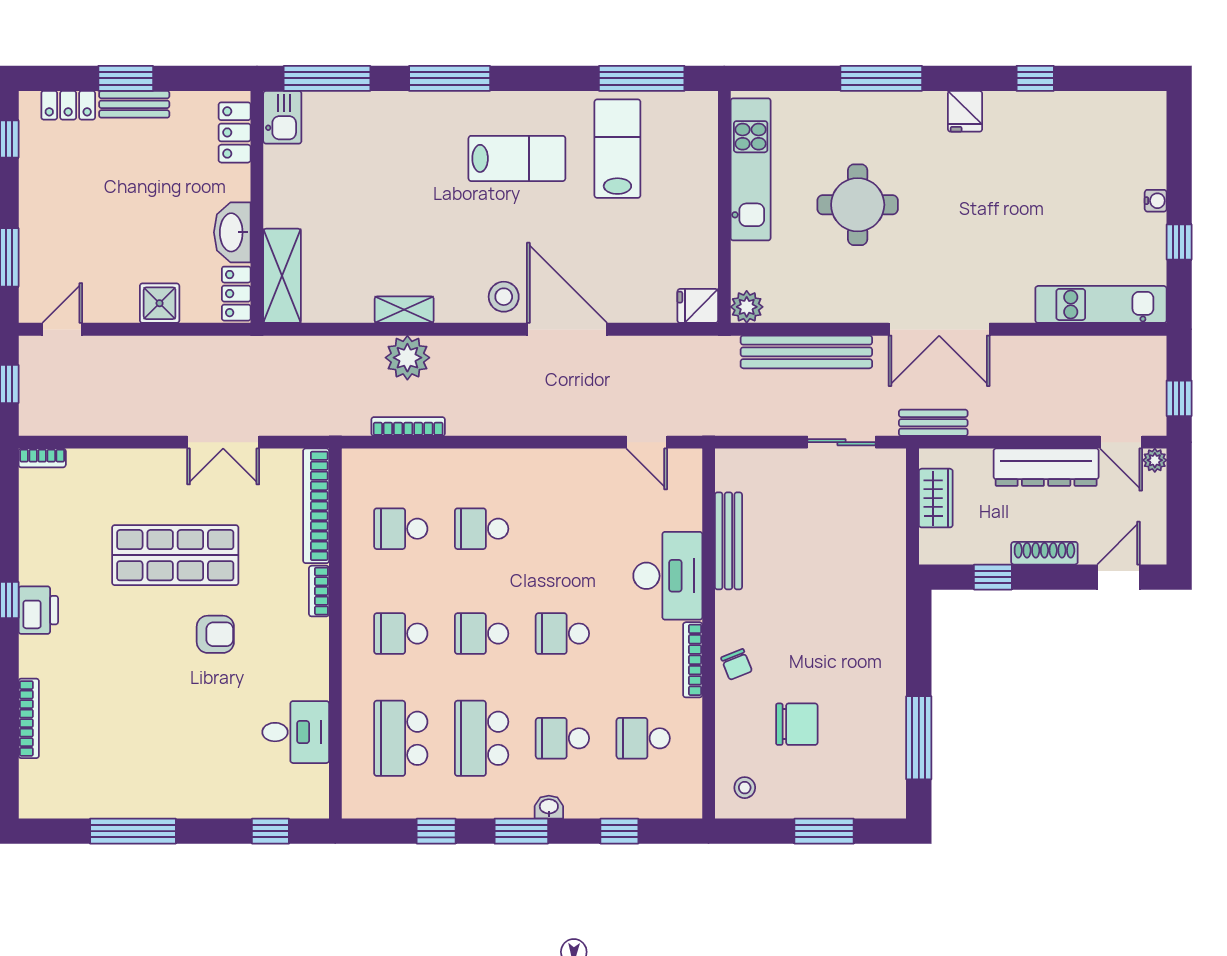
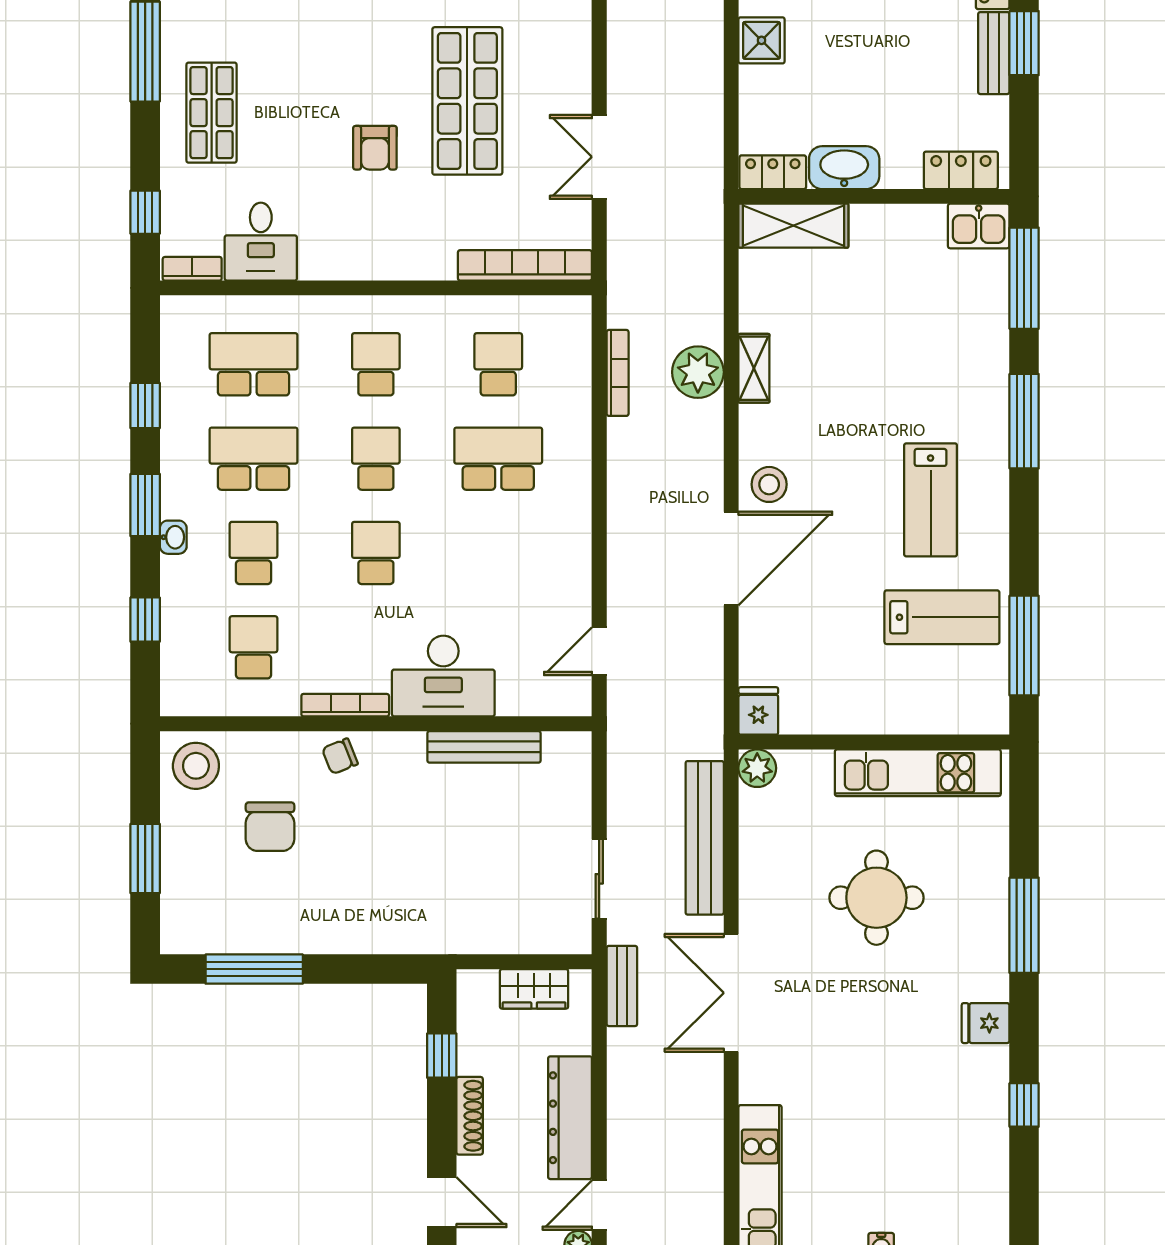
shower: (160, 303) -> (762, 40), moved
school desk: (482, 529) -> (498, 459), width x1.85
bookcase: (319, 591) -> (192, 269), moved
shop shelf: (185, 774) -> (212, 113), added
stool: (745, 788) -> (196, 766), width x1.89, depth x1.89

